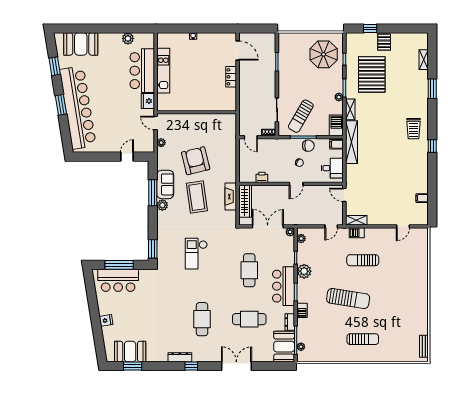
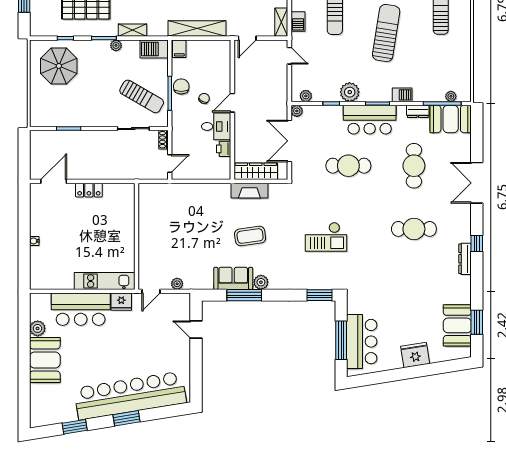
booth: (81, 44) -> (45, 360), moved
kitchen unit: (163, 71) -> (105, 281), moved
shelving: (351, 142) -> (197, 29), moved
armchair: (196, 161) -> (201, 238), removed
desk: (332, 168) -> (216, 126), moved, turned 90
door: (296, 184) -> (232, 103), swing flipped
coffee table: (197, 197) -> (250, 236), width x0.73, depth x0.76
fridge: (106, 320) -> (415, 355), width x1.88, depth x1.34

